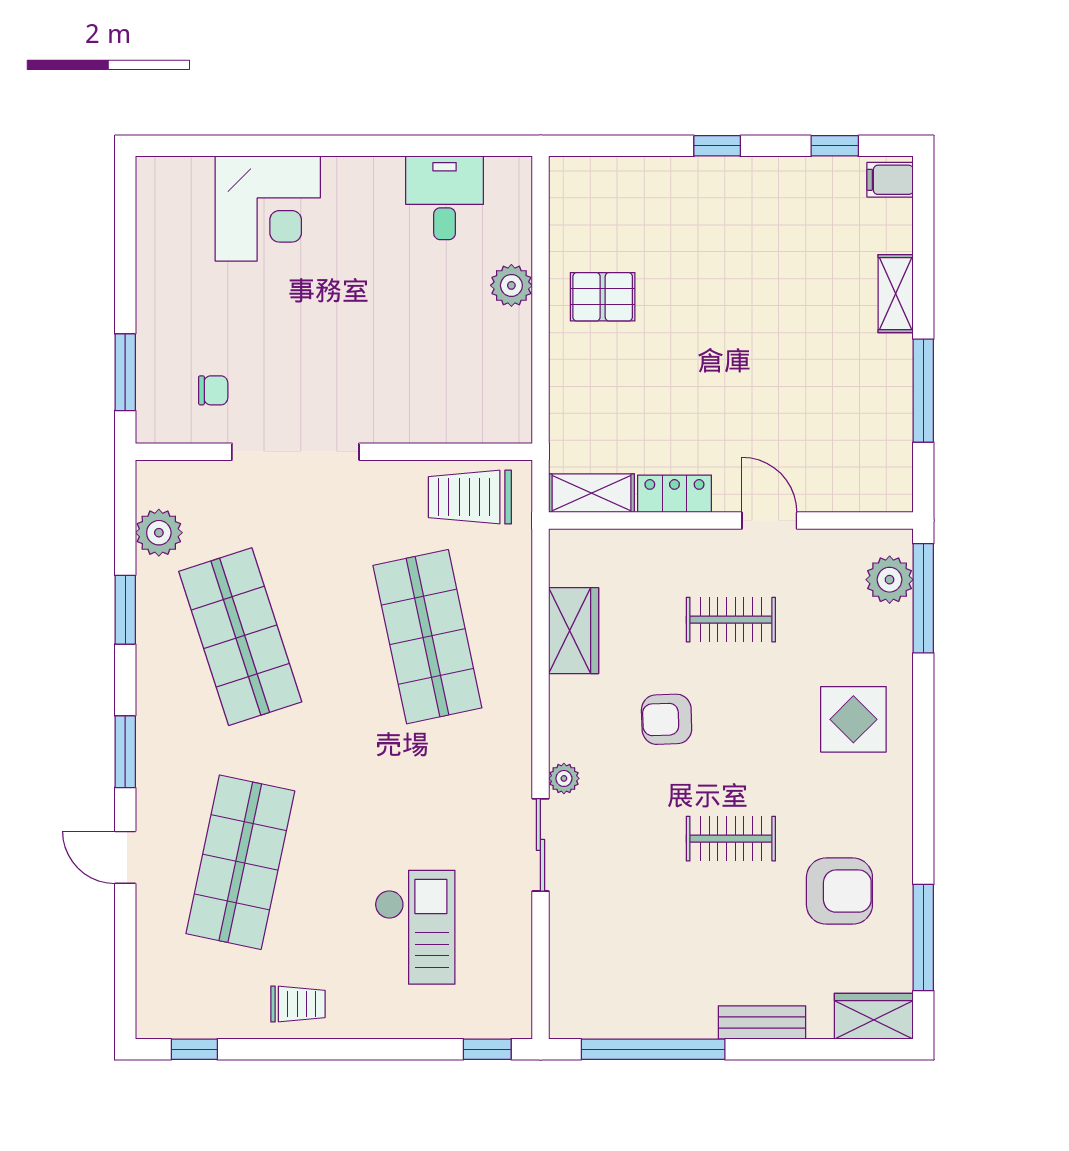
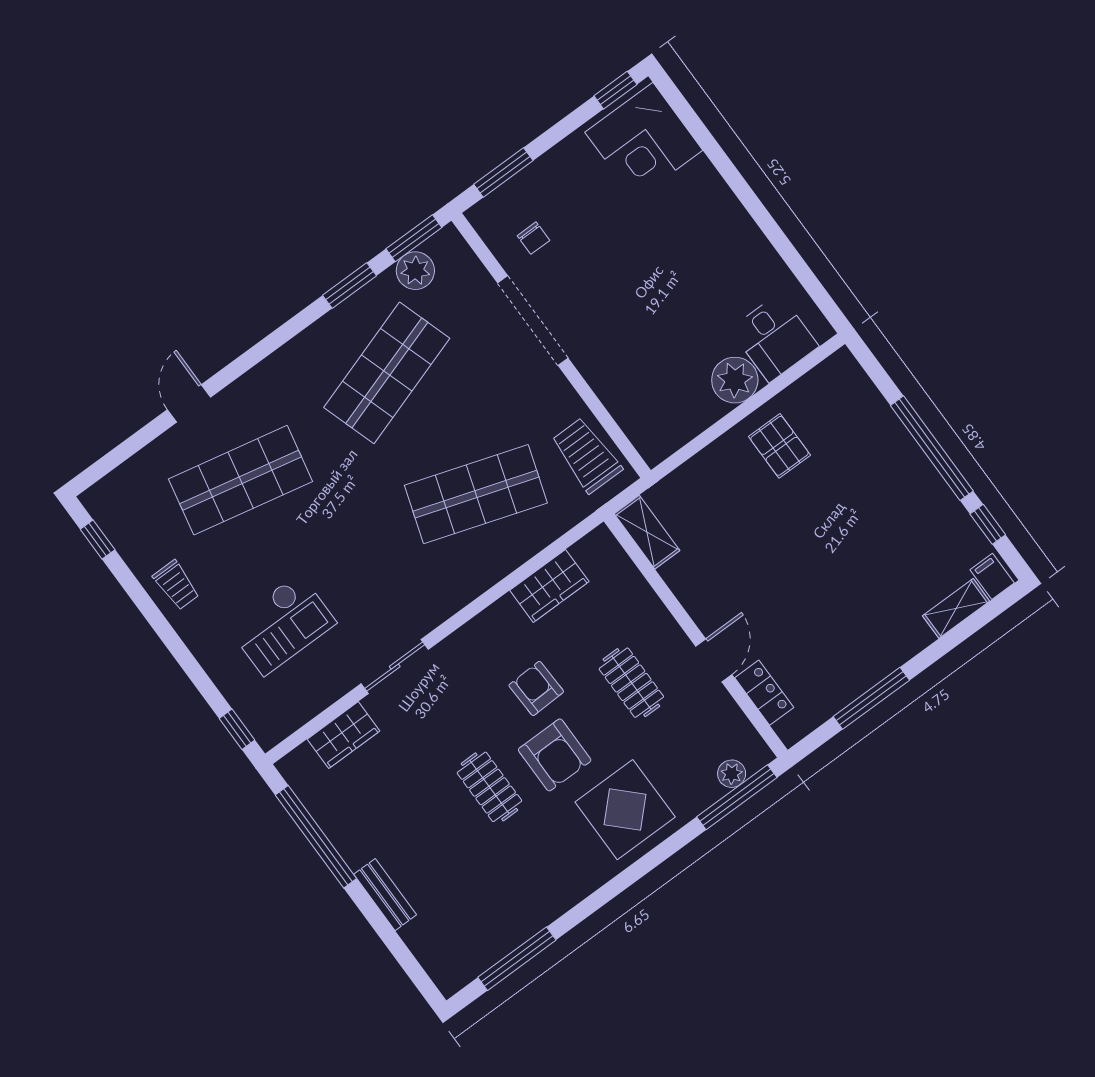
window: (717, 146) -> (932, 448), width x3.17
desk: (445, 198) -> (774, 338), moved, turned 90
window: (125, 199) -> (615, 90), added
corner desk: (268, 208) -> (644, 141), moved
plant: (511, 285) -> (735, 380), width x1.36, depth x1.36
shelving: (896, 294) -> (956, 608), moved
locker: (674, 494) -> (764, 693), moved
plant: (890, 580) -> (732, 774), width x0.73, depth x0.73
shop shelf: (427, 637) -> (476, 494), turned 30
display table: (853, 719) -> (625, 810), width x1.36, depth x1.36
window: (125, 752) -> (414, 238), moved
plant: (564, 778) -> (449, 650), removed
armchair: (839, 891) -> (555, 755), moved
wardrobe: (874, 1016) -> (343, 735), moved, turned 90

